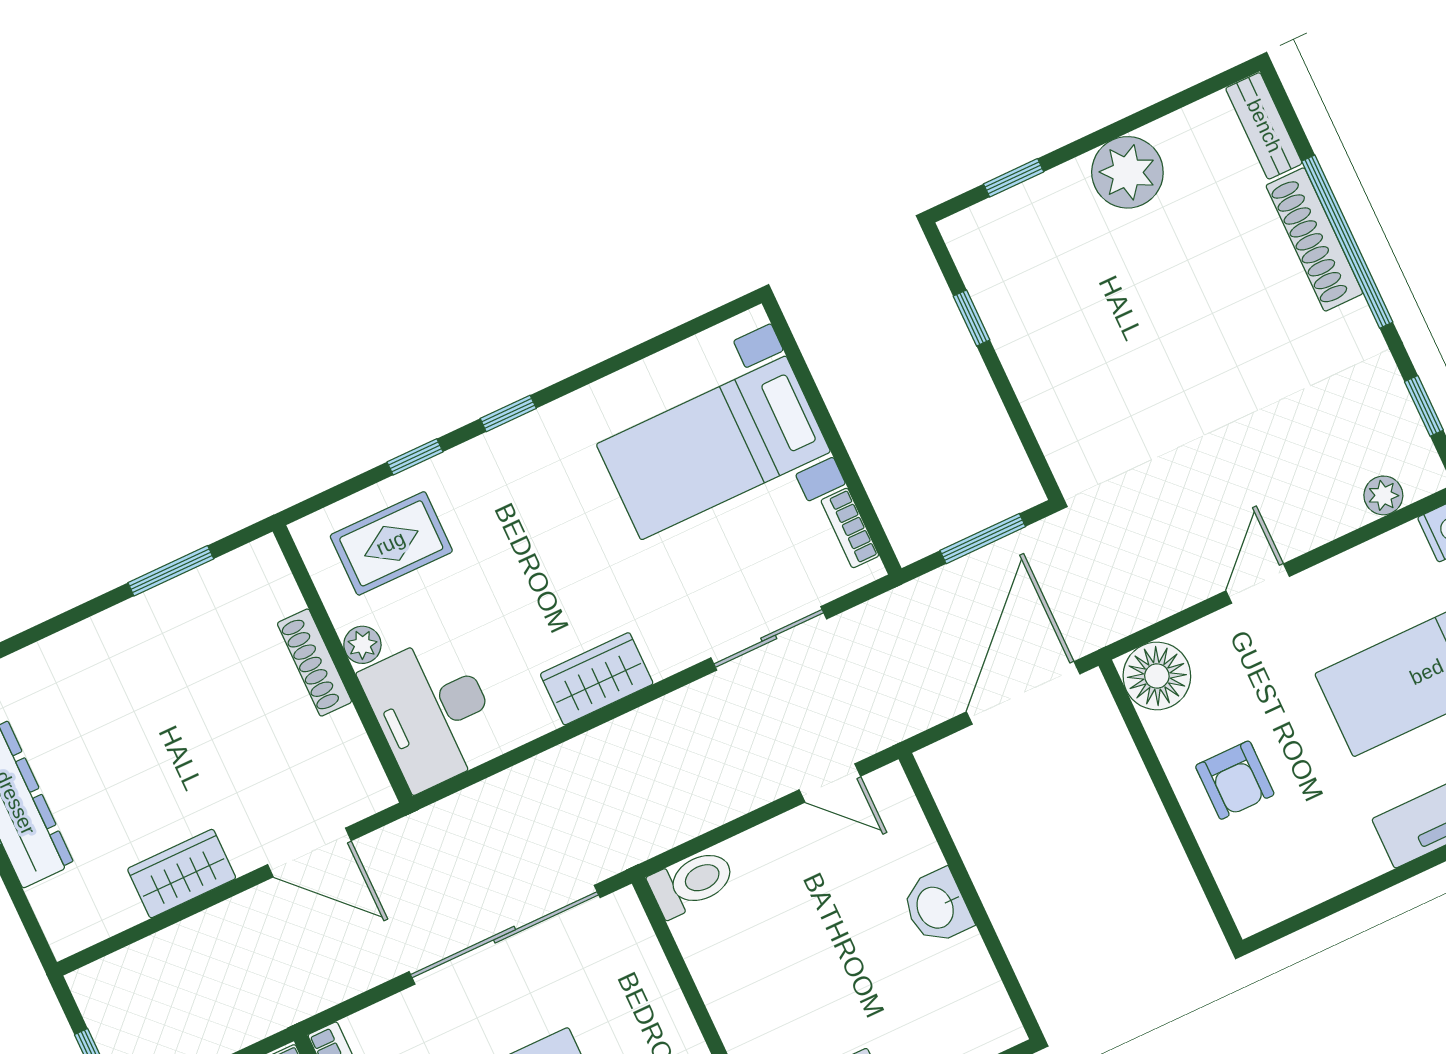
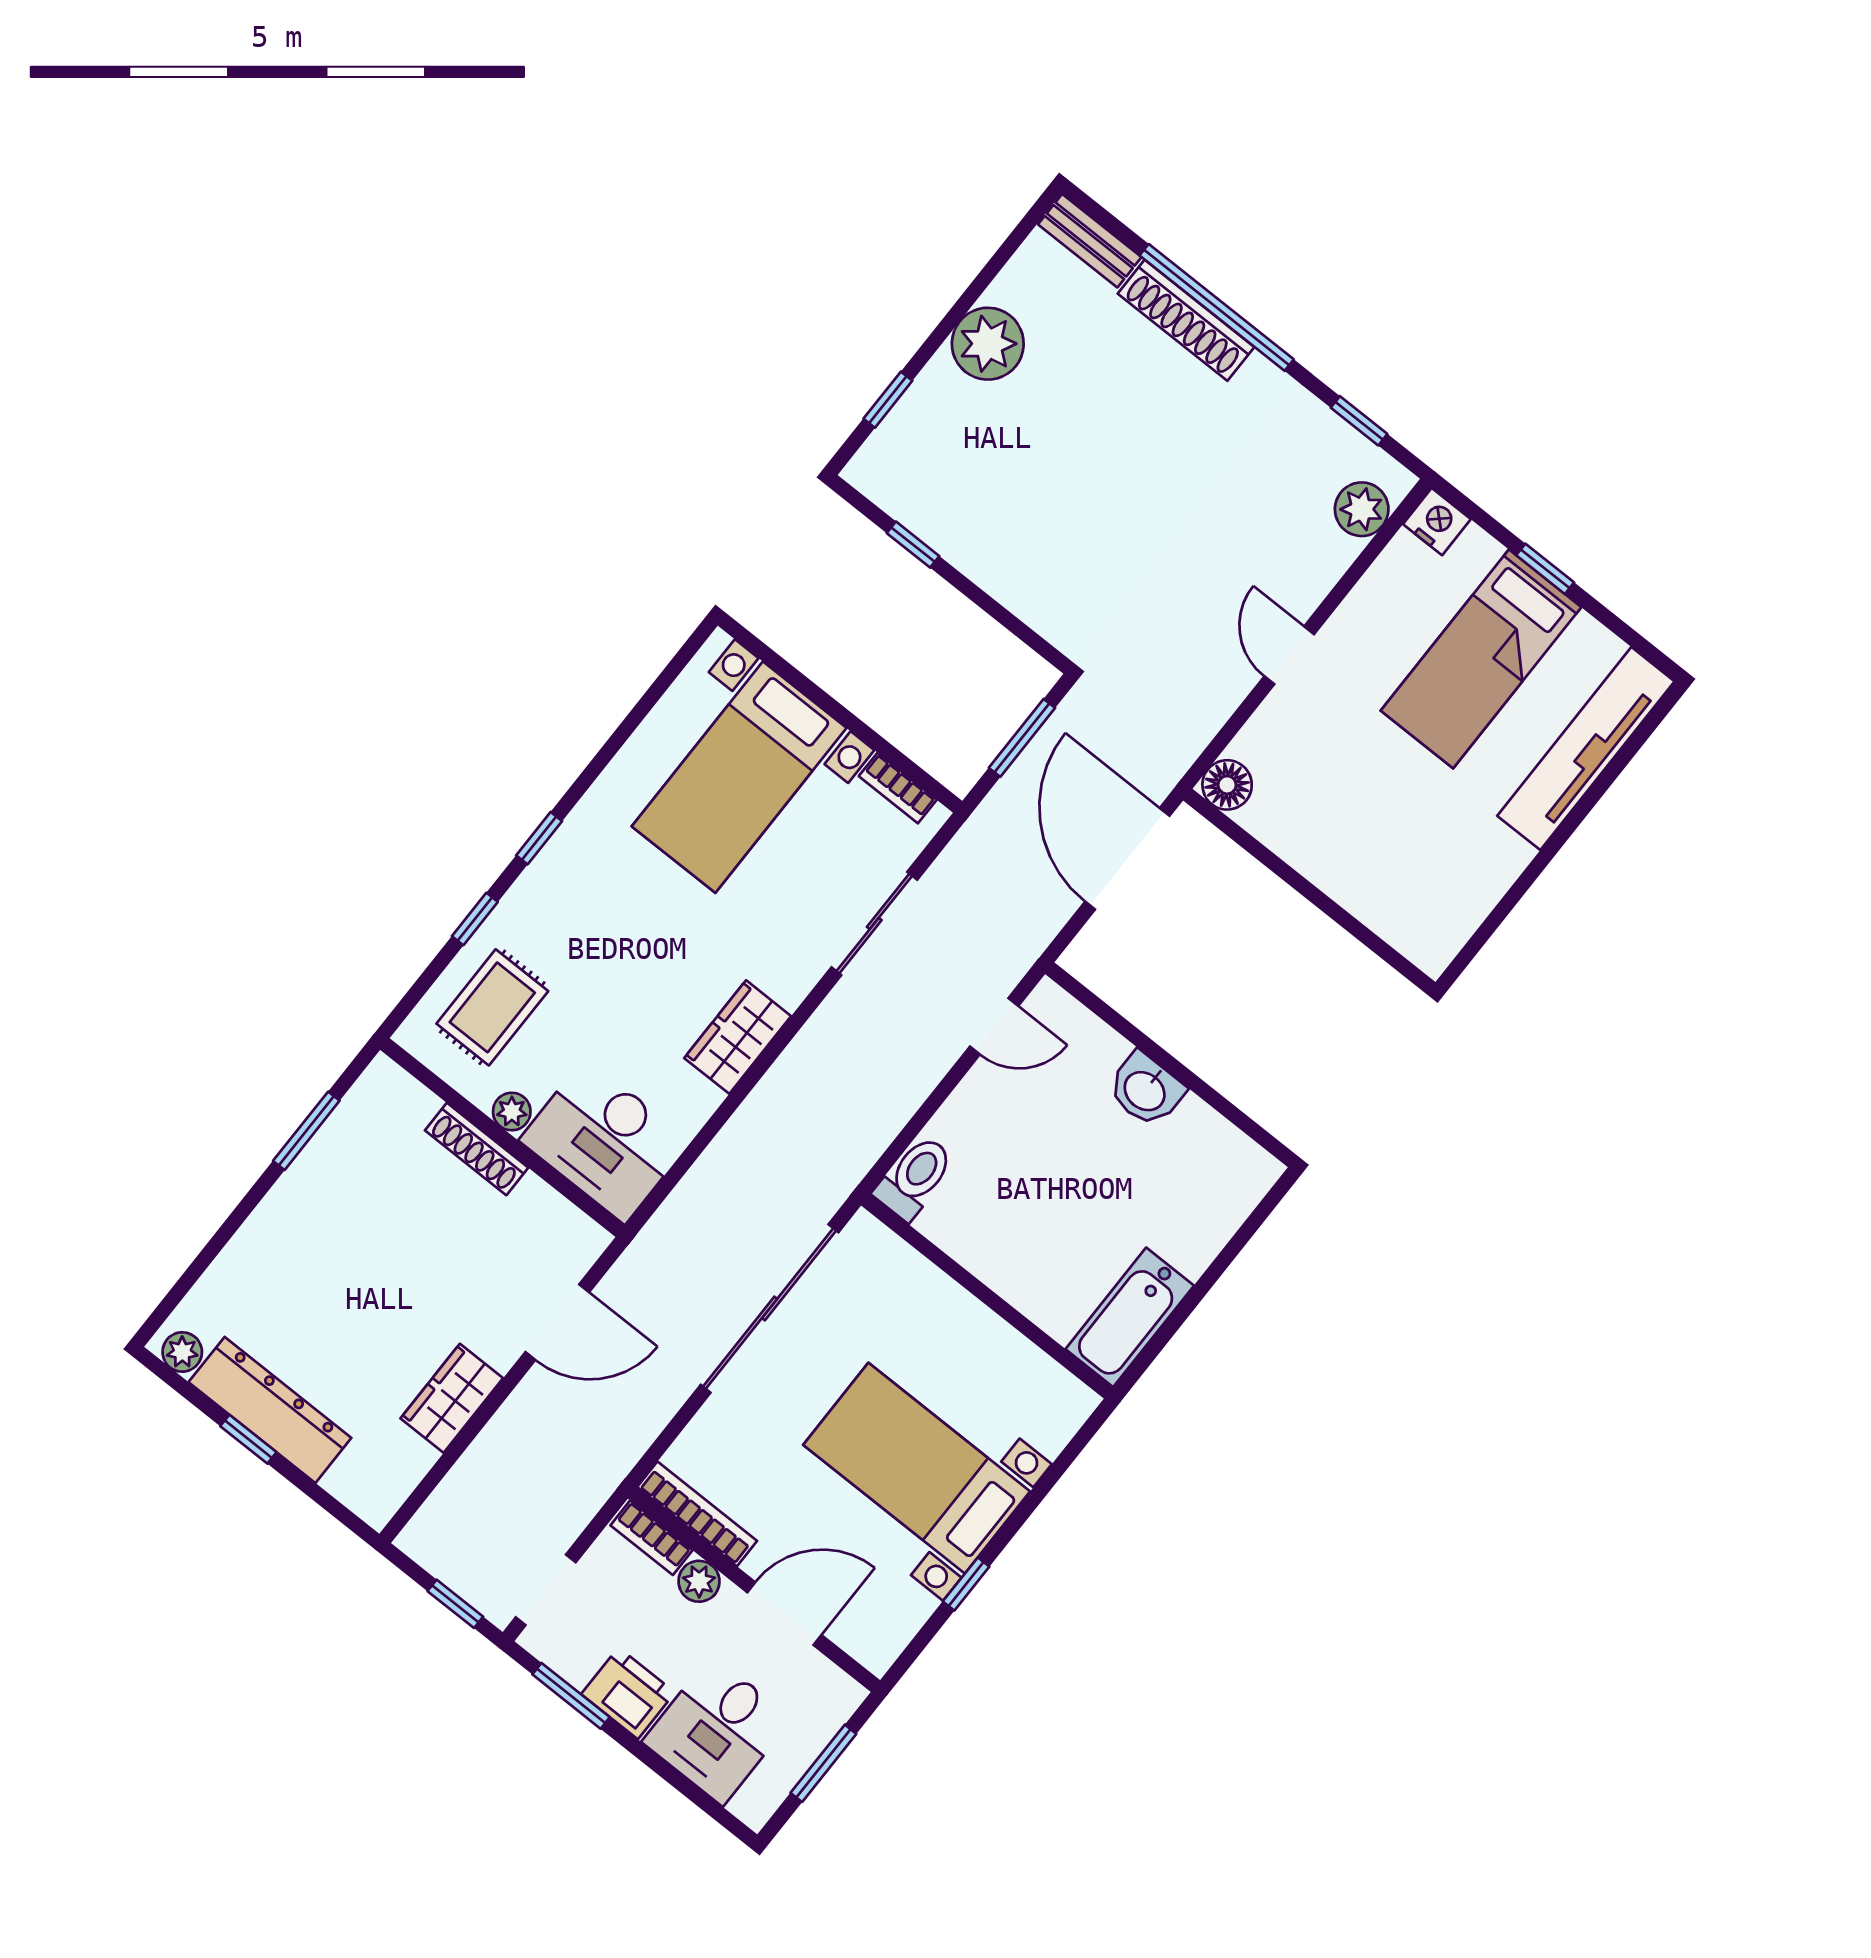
plant: (1383, 495) -> (1362, 509), width x1.38, depth x1.38
floor lamp: (1157, 676) -> (1227, 785), width x0.73, depth x0.73
armchair: (1235, 780) -> (1357, 842), removed

